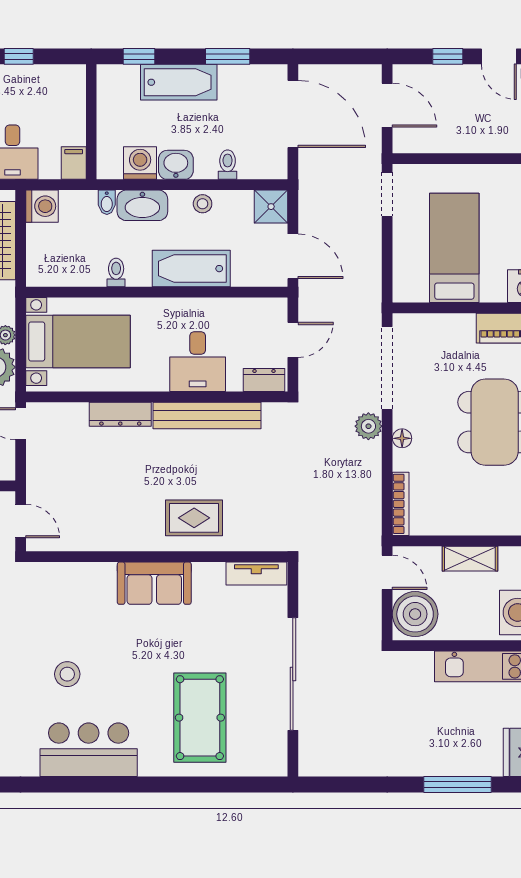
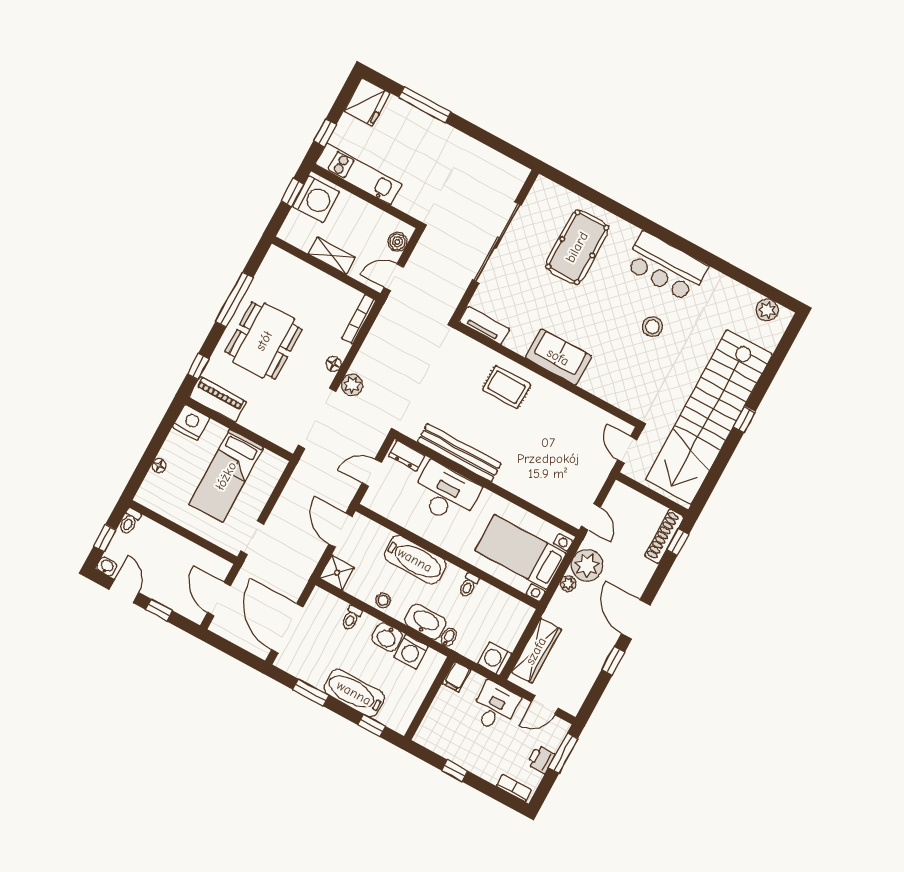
desk: (198, 362) -> (446, 493), width x1.37
dresser: (120, 414) -> (519, 486), removed
door: (387, 572) -> (394, 277), hinge flipped
boiler: (415, 614) -> (397, 242), width x0.54, depth x0.54

